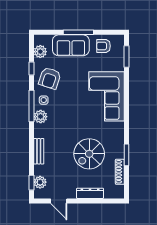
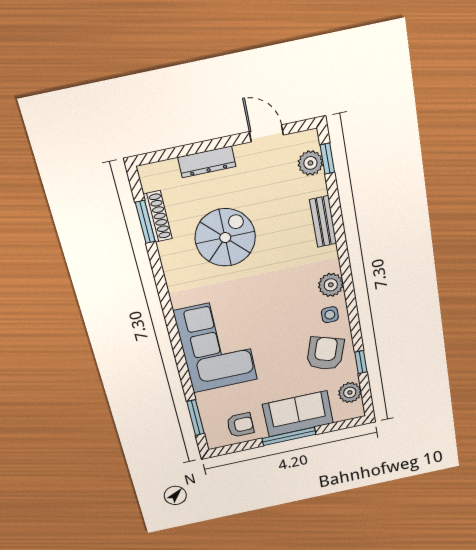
window: (31, 106) -> (351, 300), removed
window: (127, 155) -> (145, 222), moved

